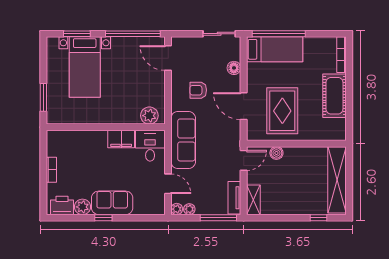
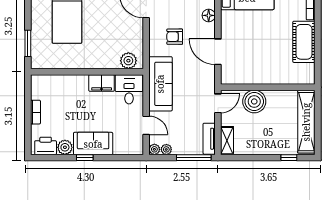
rug: (282, 111) -> (254, 56), removed
boiler: (276, 153) -> (254, 101), width x1.86, depth x1.86

